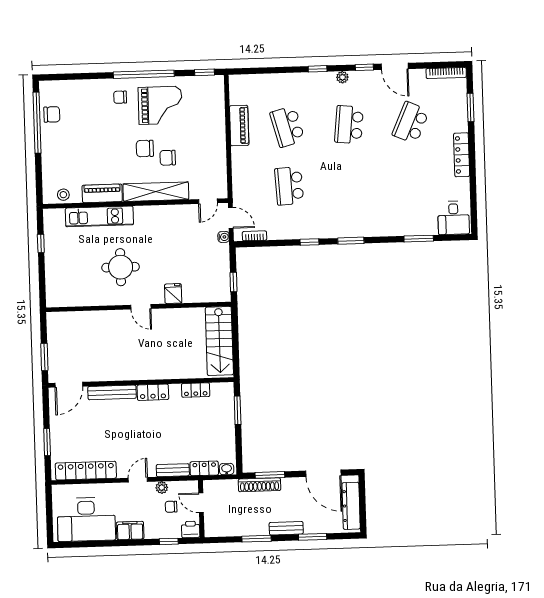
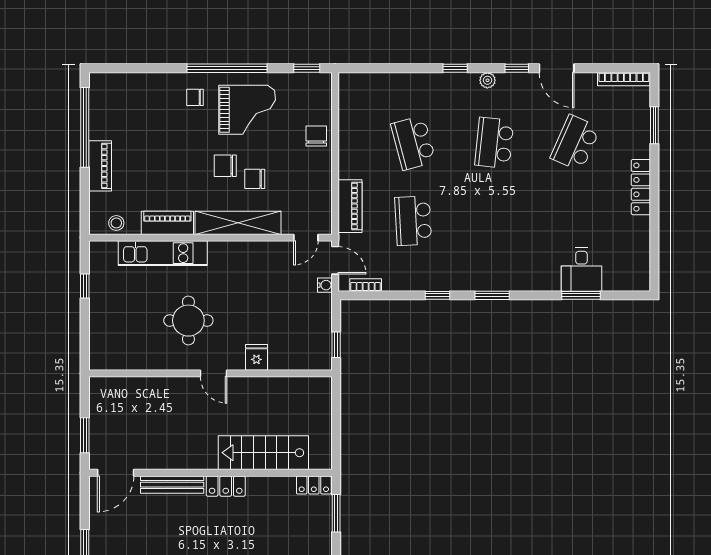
chair: (52, 114) -> (316, 136), moved, turned -90
piano: (239, 126) -> (350, 206), moved
piano: (50, 152) -> (100, 166), added
desk: (454, 218) -> (581, 269), moved
stairs: (219, 341) -> (263, 453), moved, turned 90
locker: (196, 390) -> (314, 485), moved

